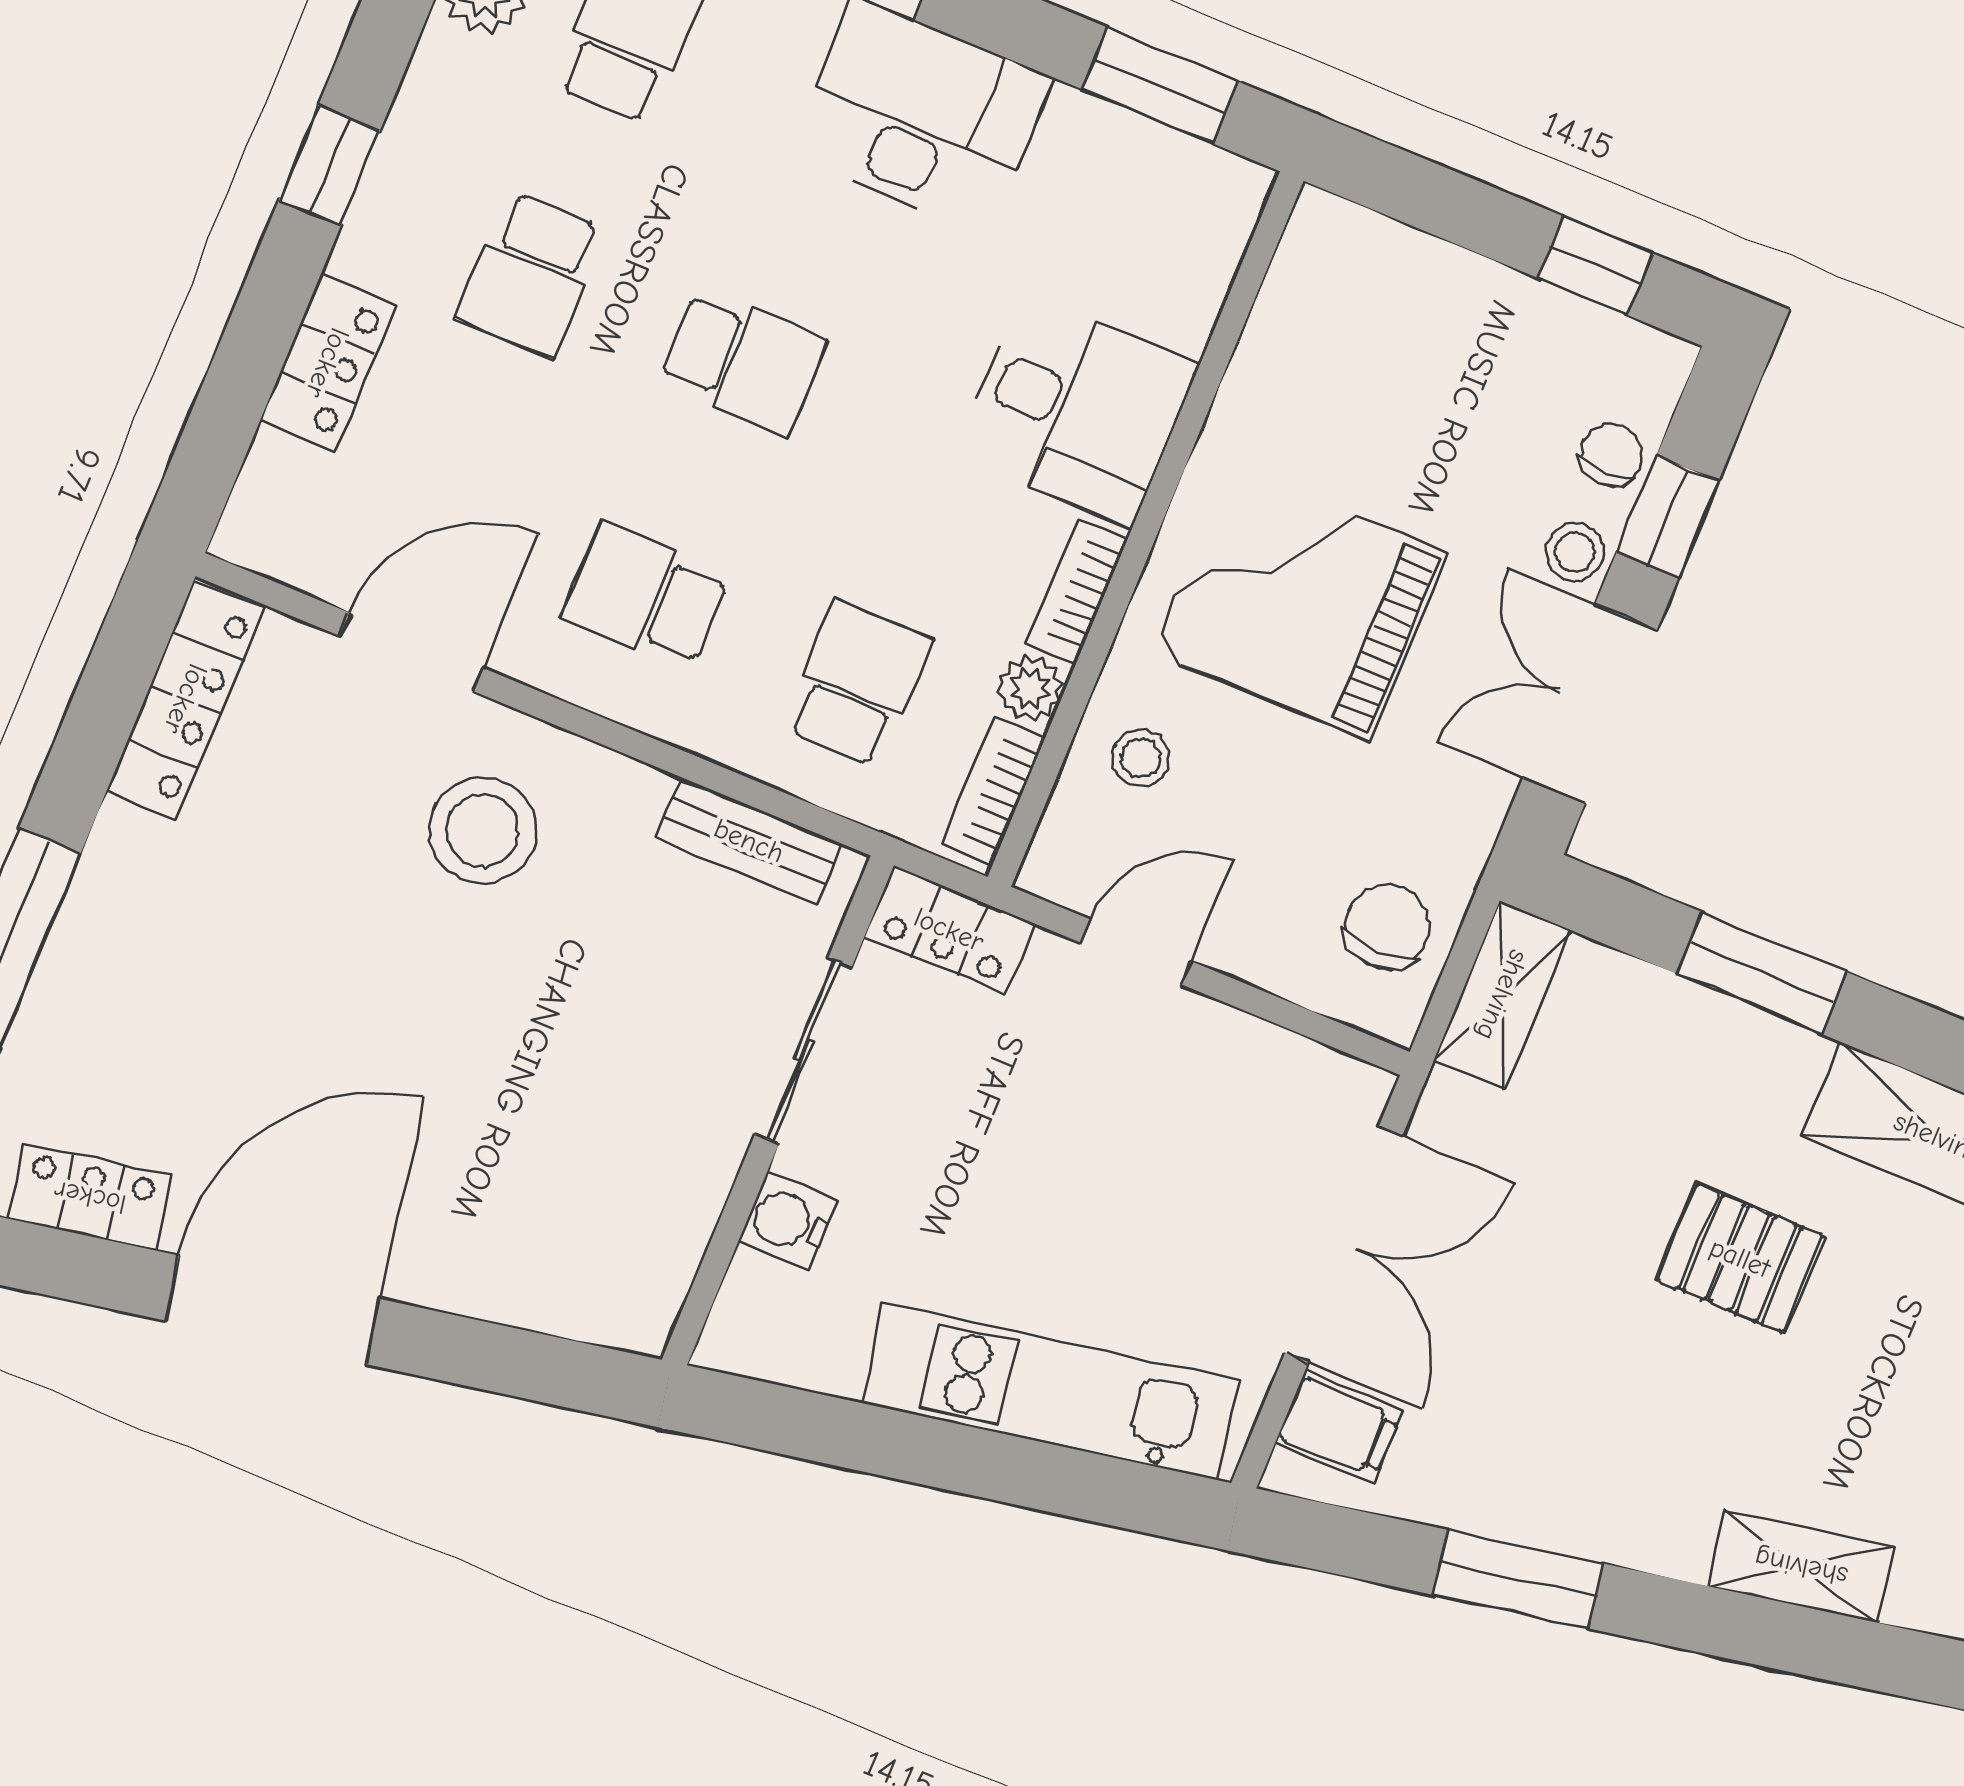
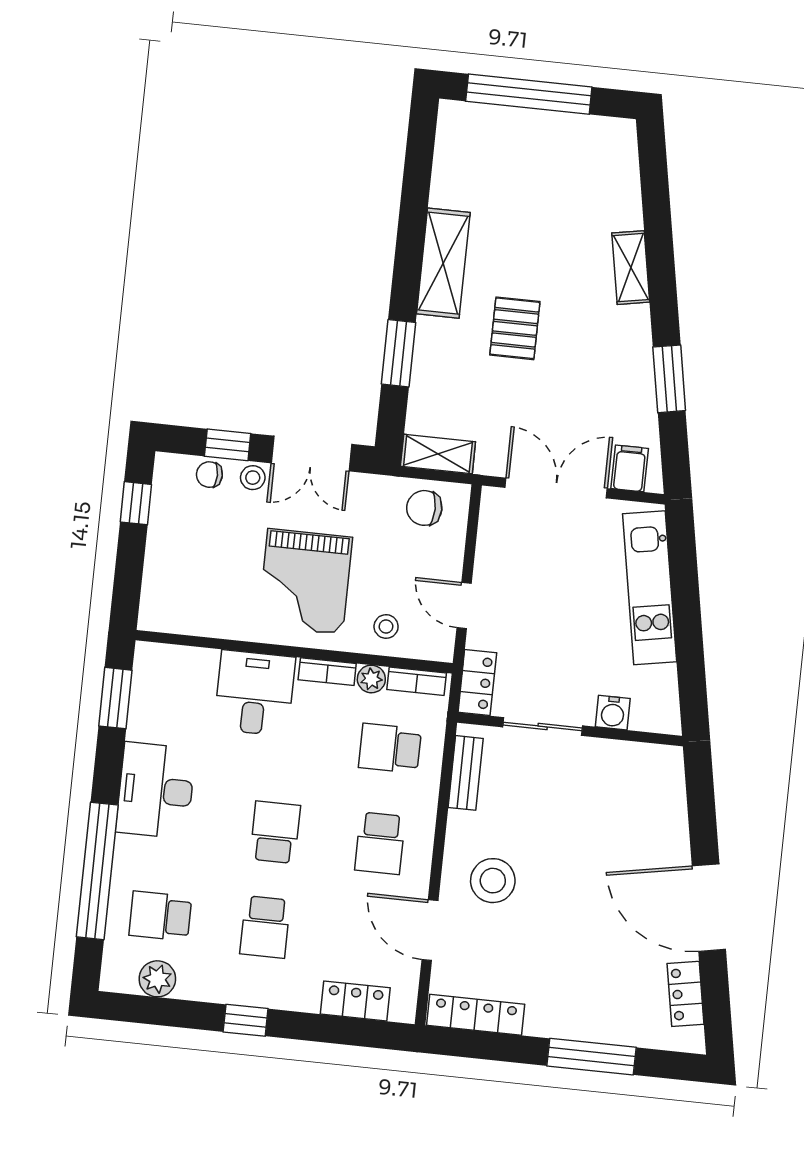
school desk: (531, 274) -> (265, 927), turned 90
locker: (327, 363) -> (355, 1001), moved

